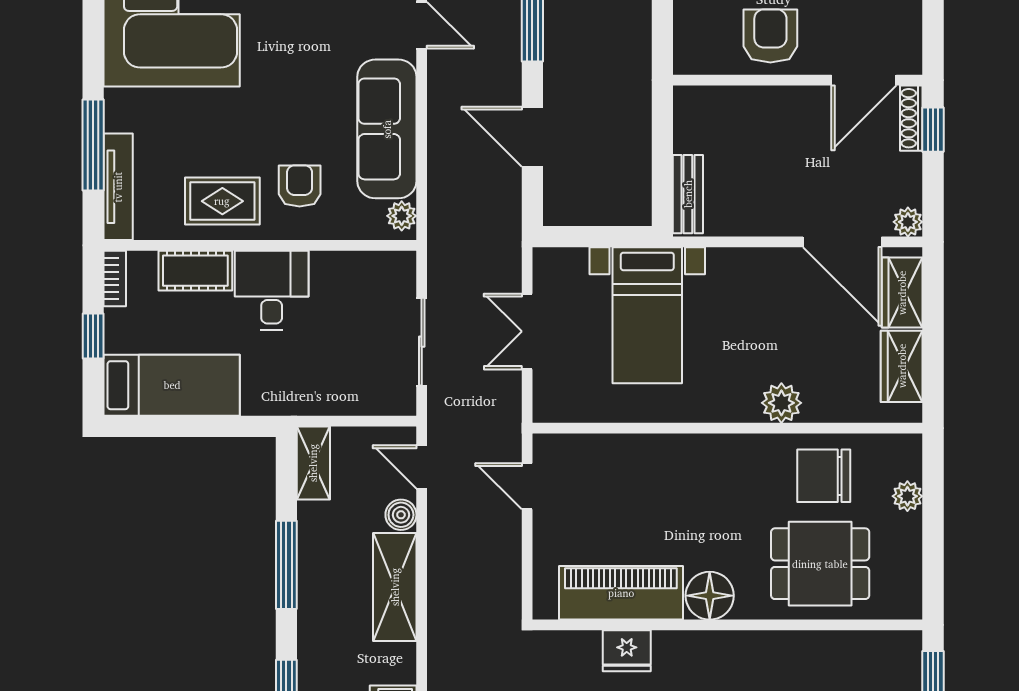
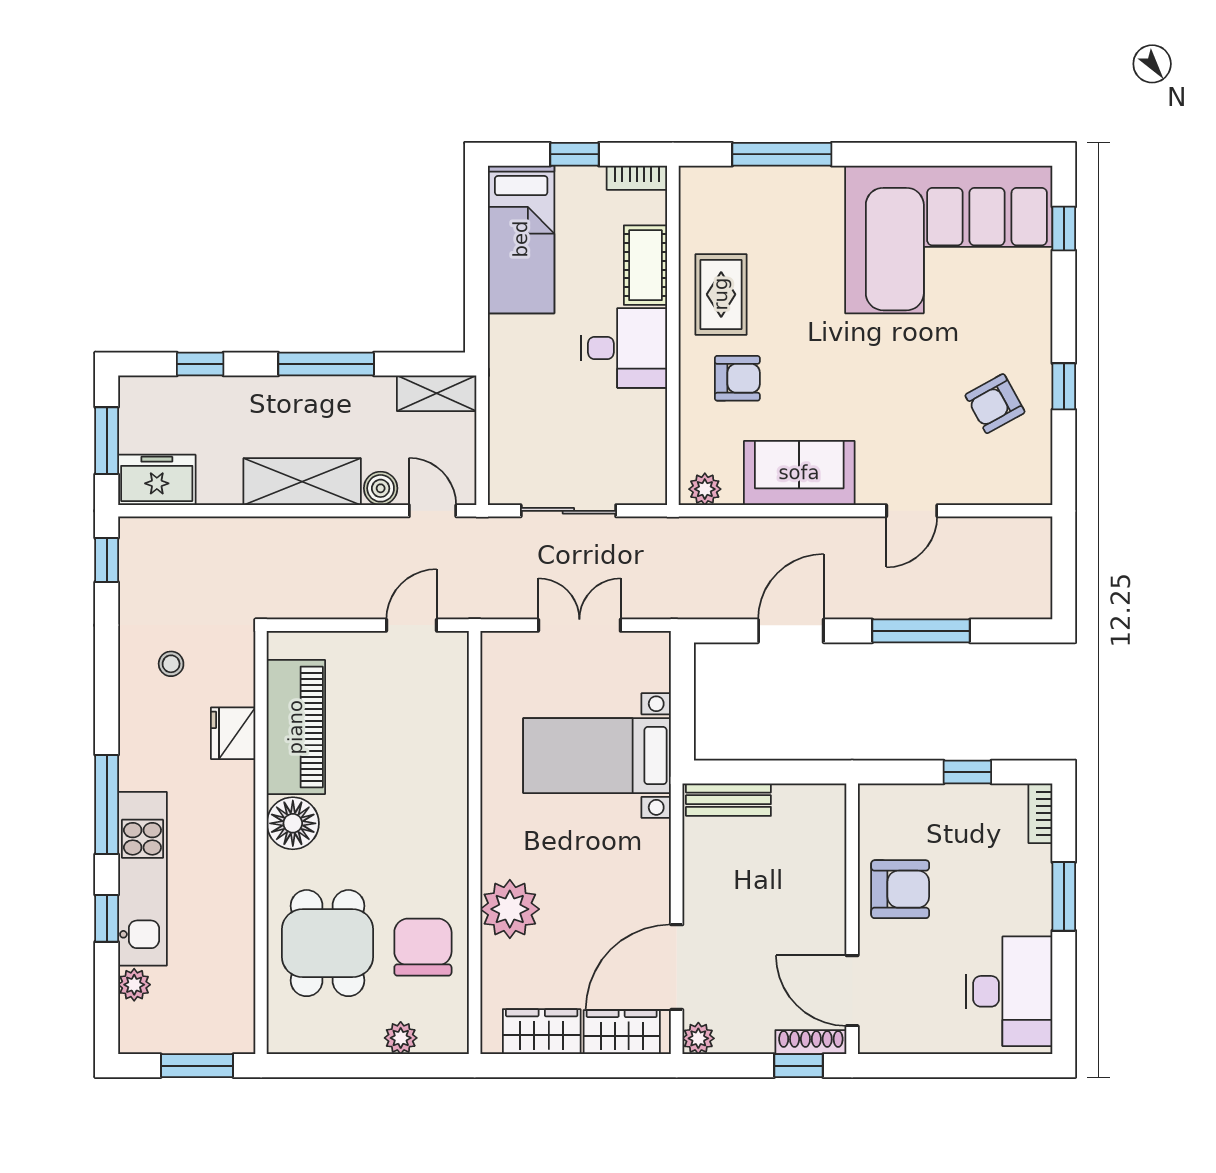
sofa: (387, 129) -> (799, 473), width x0.73
tv unit: (118, 187) -> (737, 181), removed
plant: (781, 403) -> (510, 909), width x1.36, depth x1.36
door: (422, 467) -> (433, 511), hinge flipped

